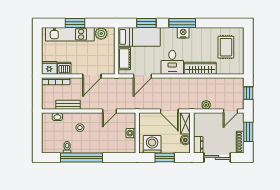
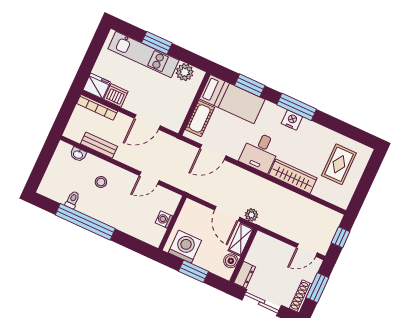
plant: (206, 105) -> (251, 215), moved

